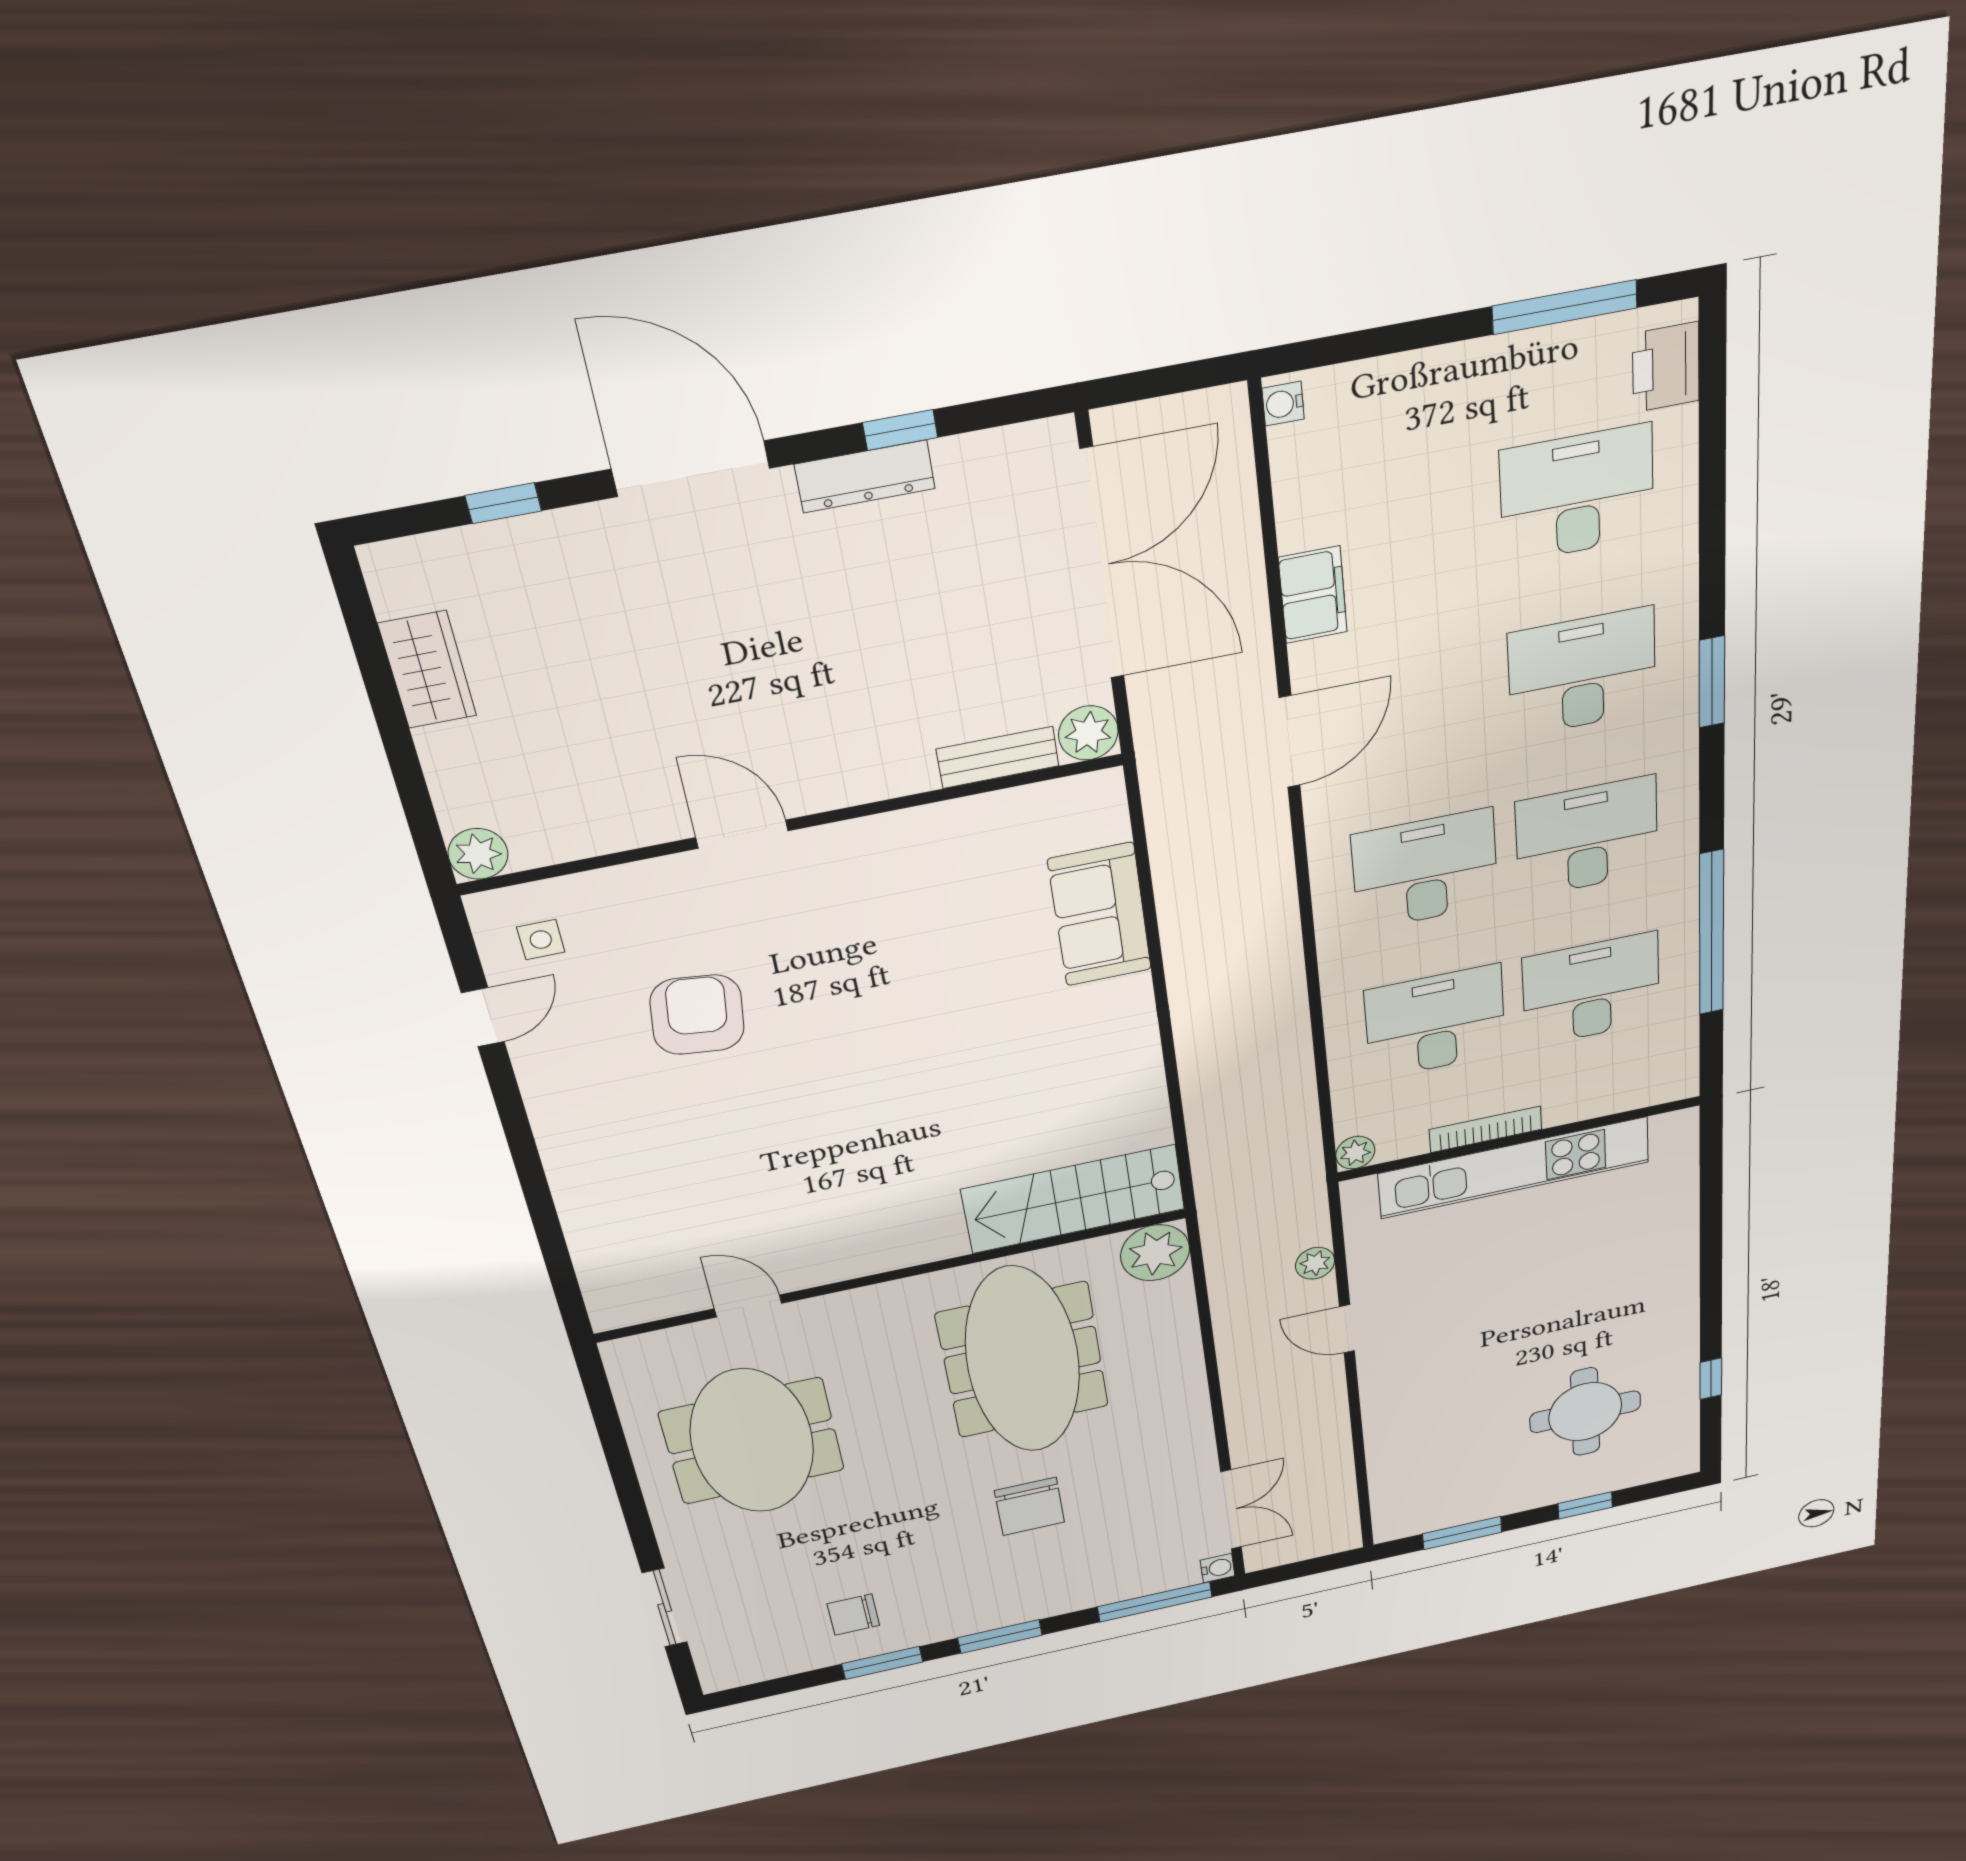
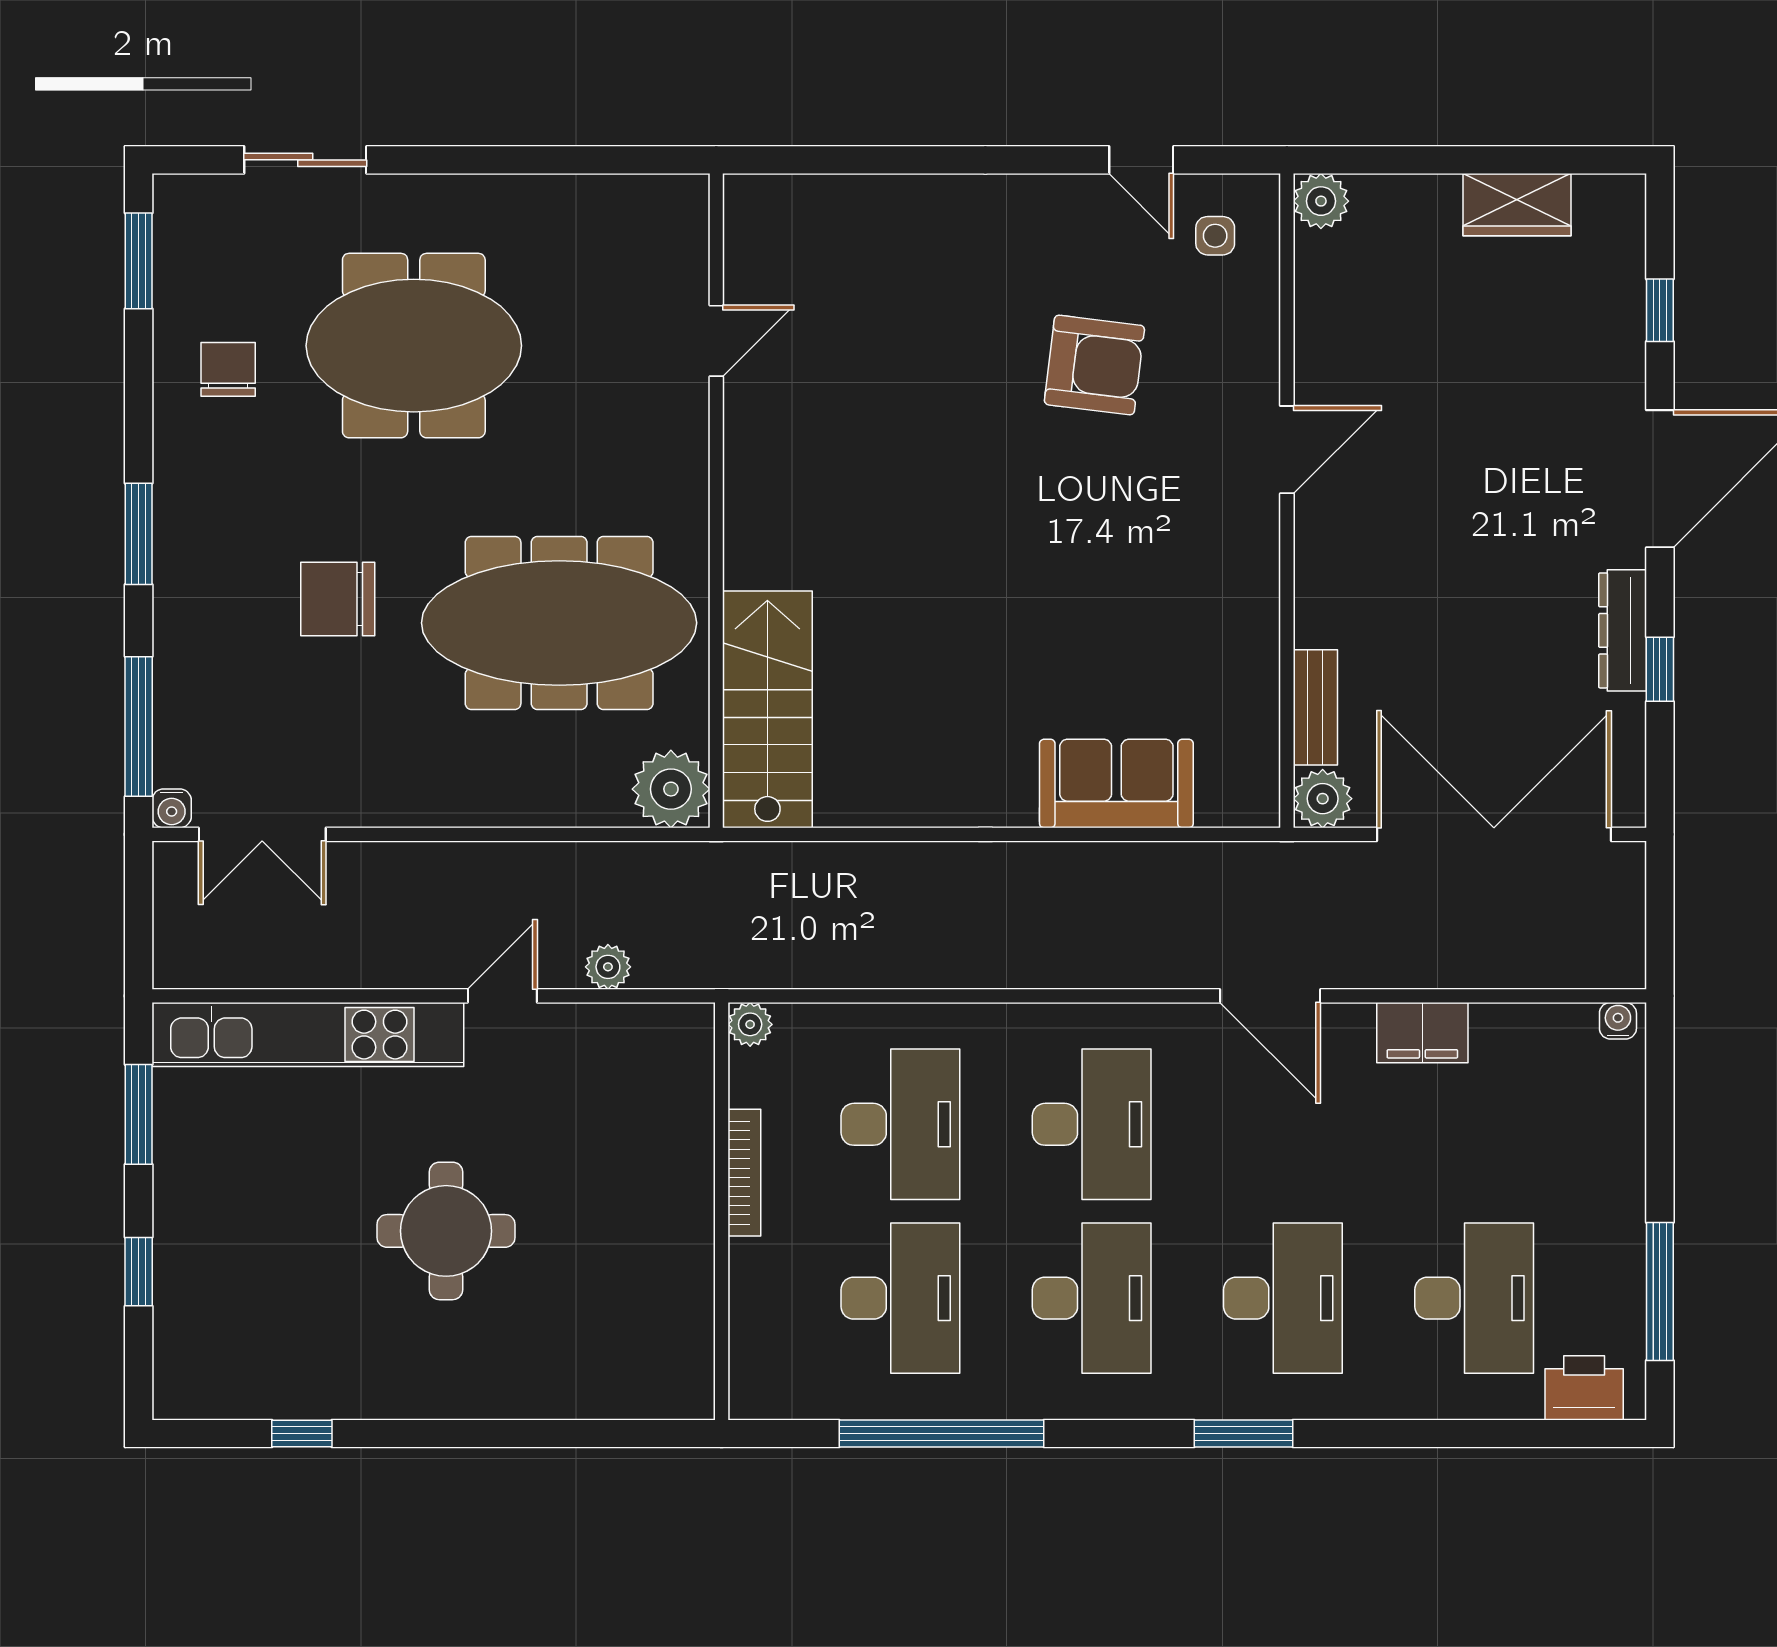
double door: (1102, 565) -> (1494, 834), swing flipped
kitchen unit: (1514, 1168) -> (308, 1035), moved, turned -90
round table: (1585, 1412) -> (446, 1231), moved
meeting table: (752, 1441) -> (414, 346), moved
window: (882, 1663) -> (139, 261), moved

